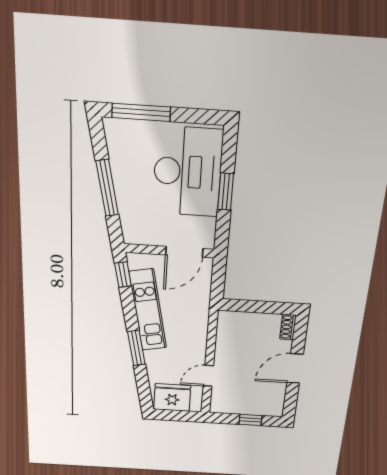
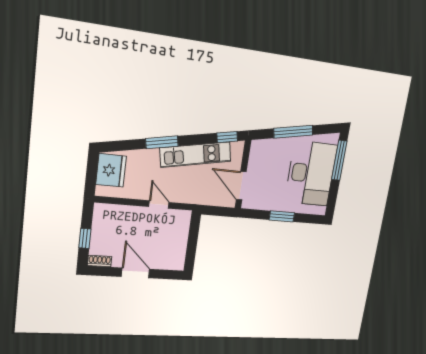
desk: (188, 172) -> (311, 173), moved, turned -90
shoe rack: (288, 327) -> (100, 261), moved
door: (208, 376) -> (159, 204), moved

